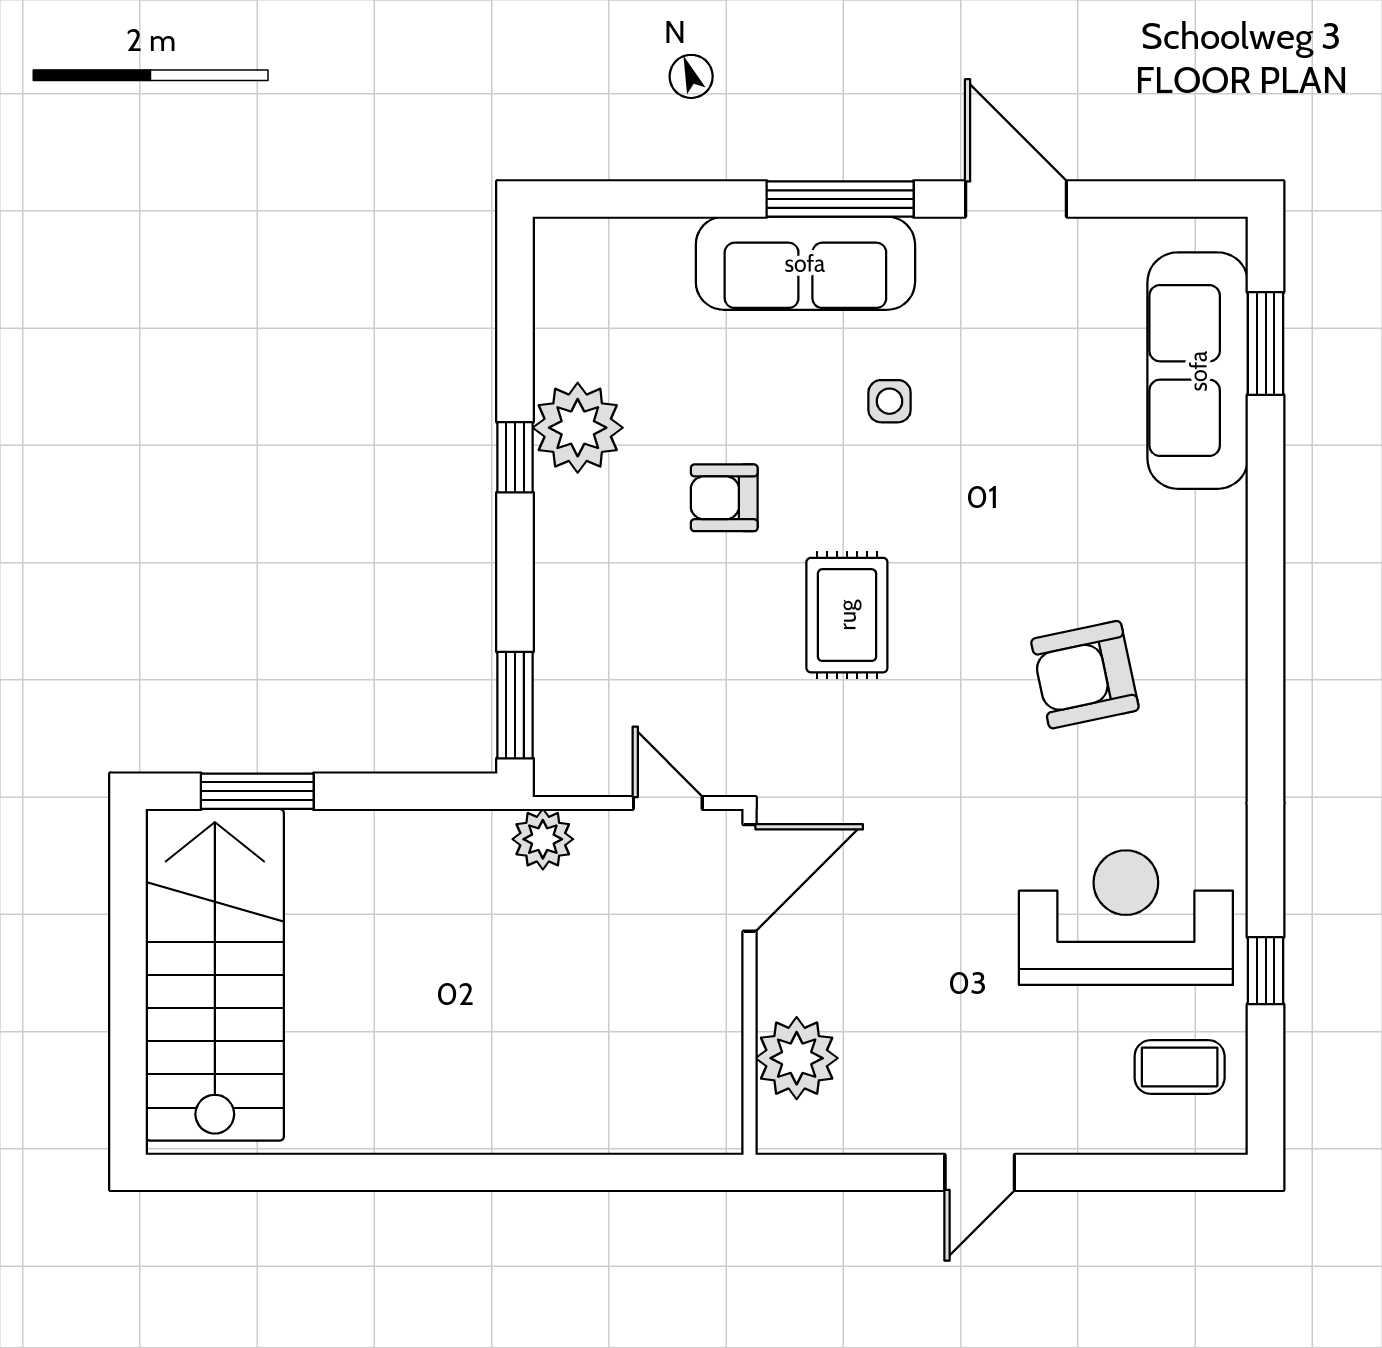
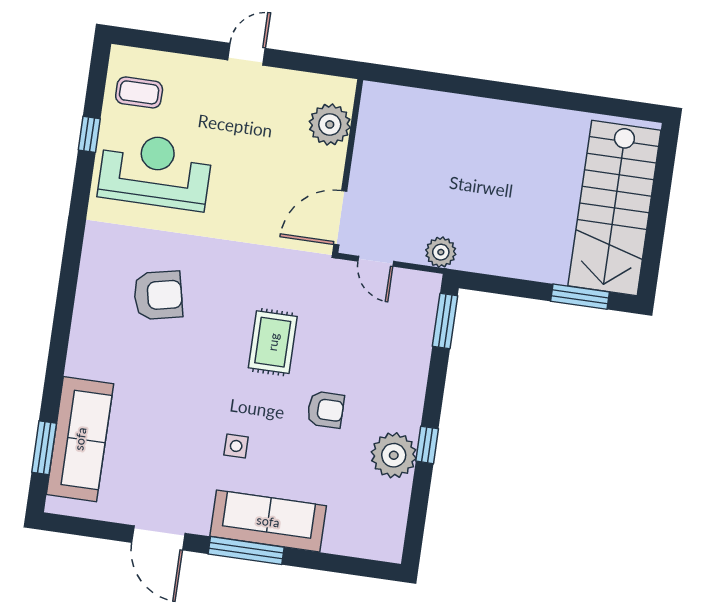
reception desk: (1126, 918) -> (155, 171), turned 180

